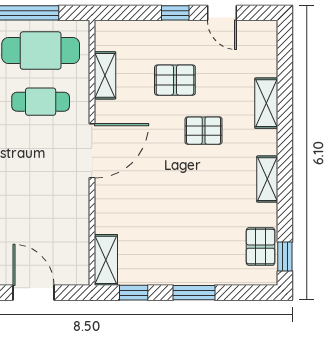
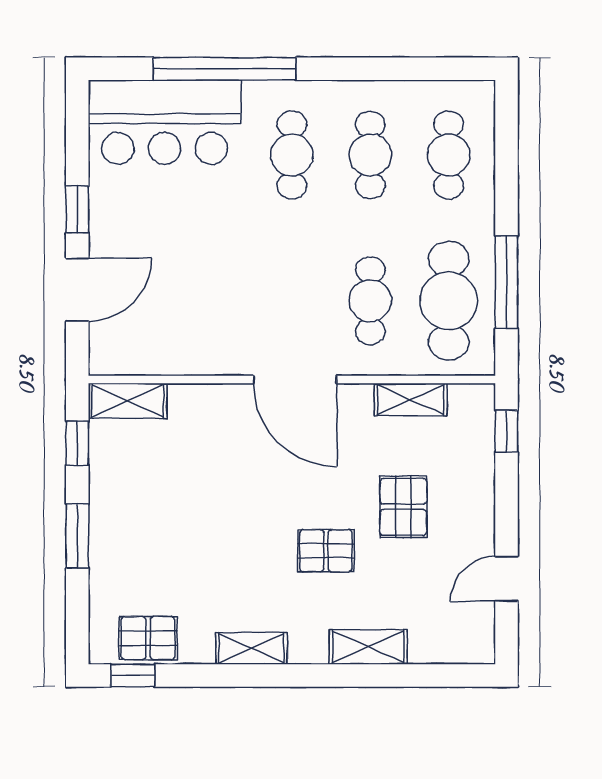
window: (175, 13) -> (506, 431), moved
pallet: (204, 131) -> (326, 551), turned 90

